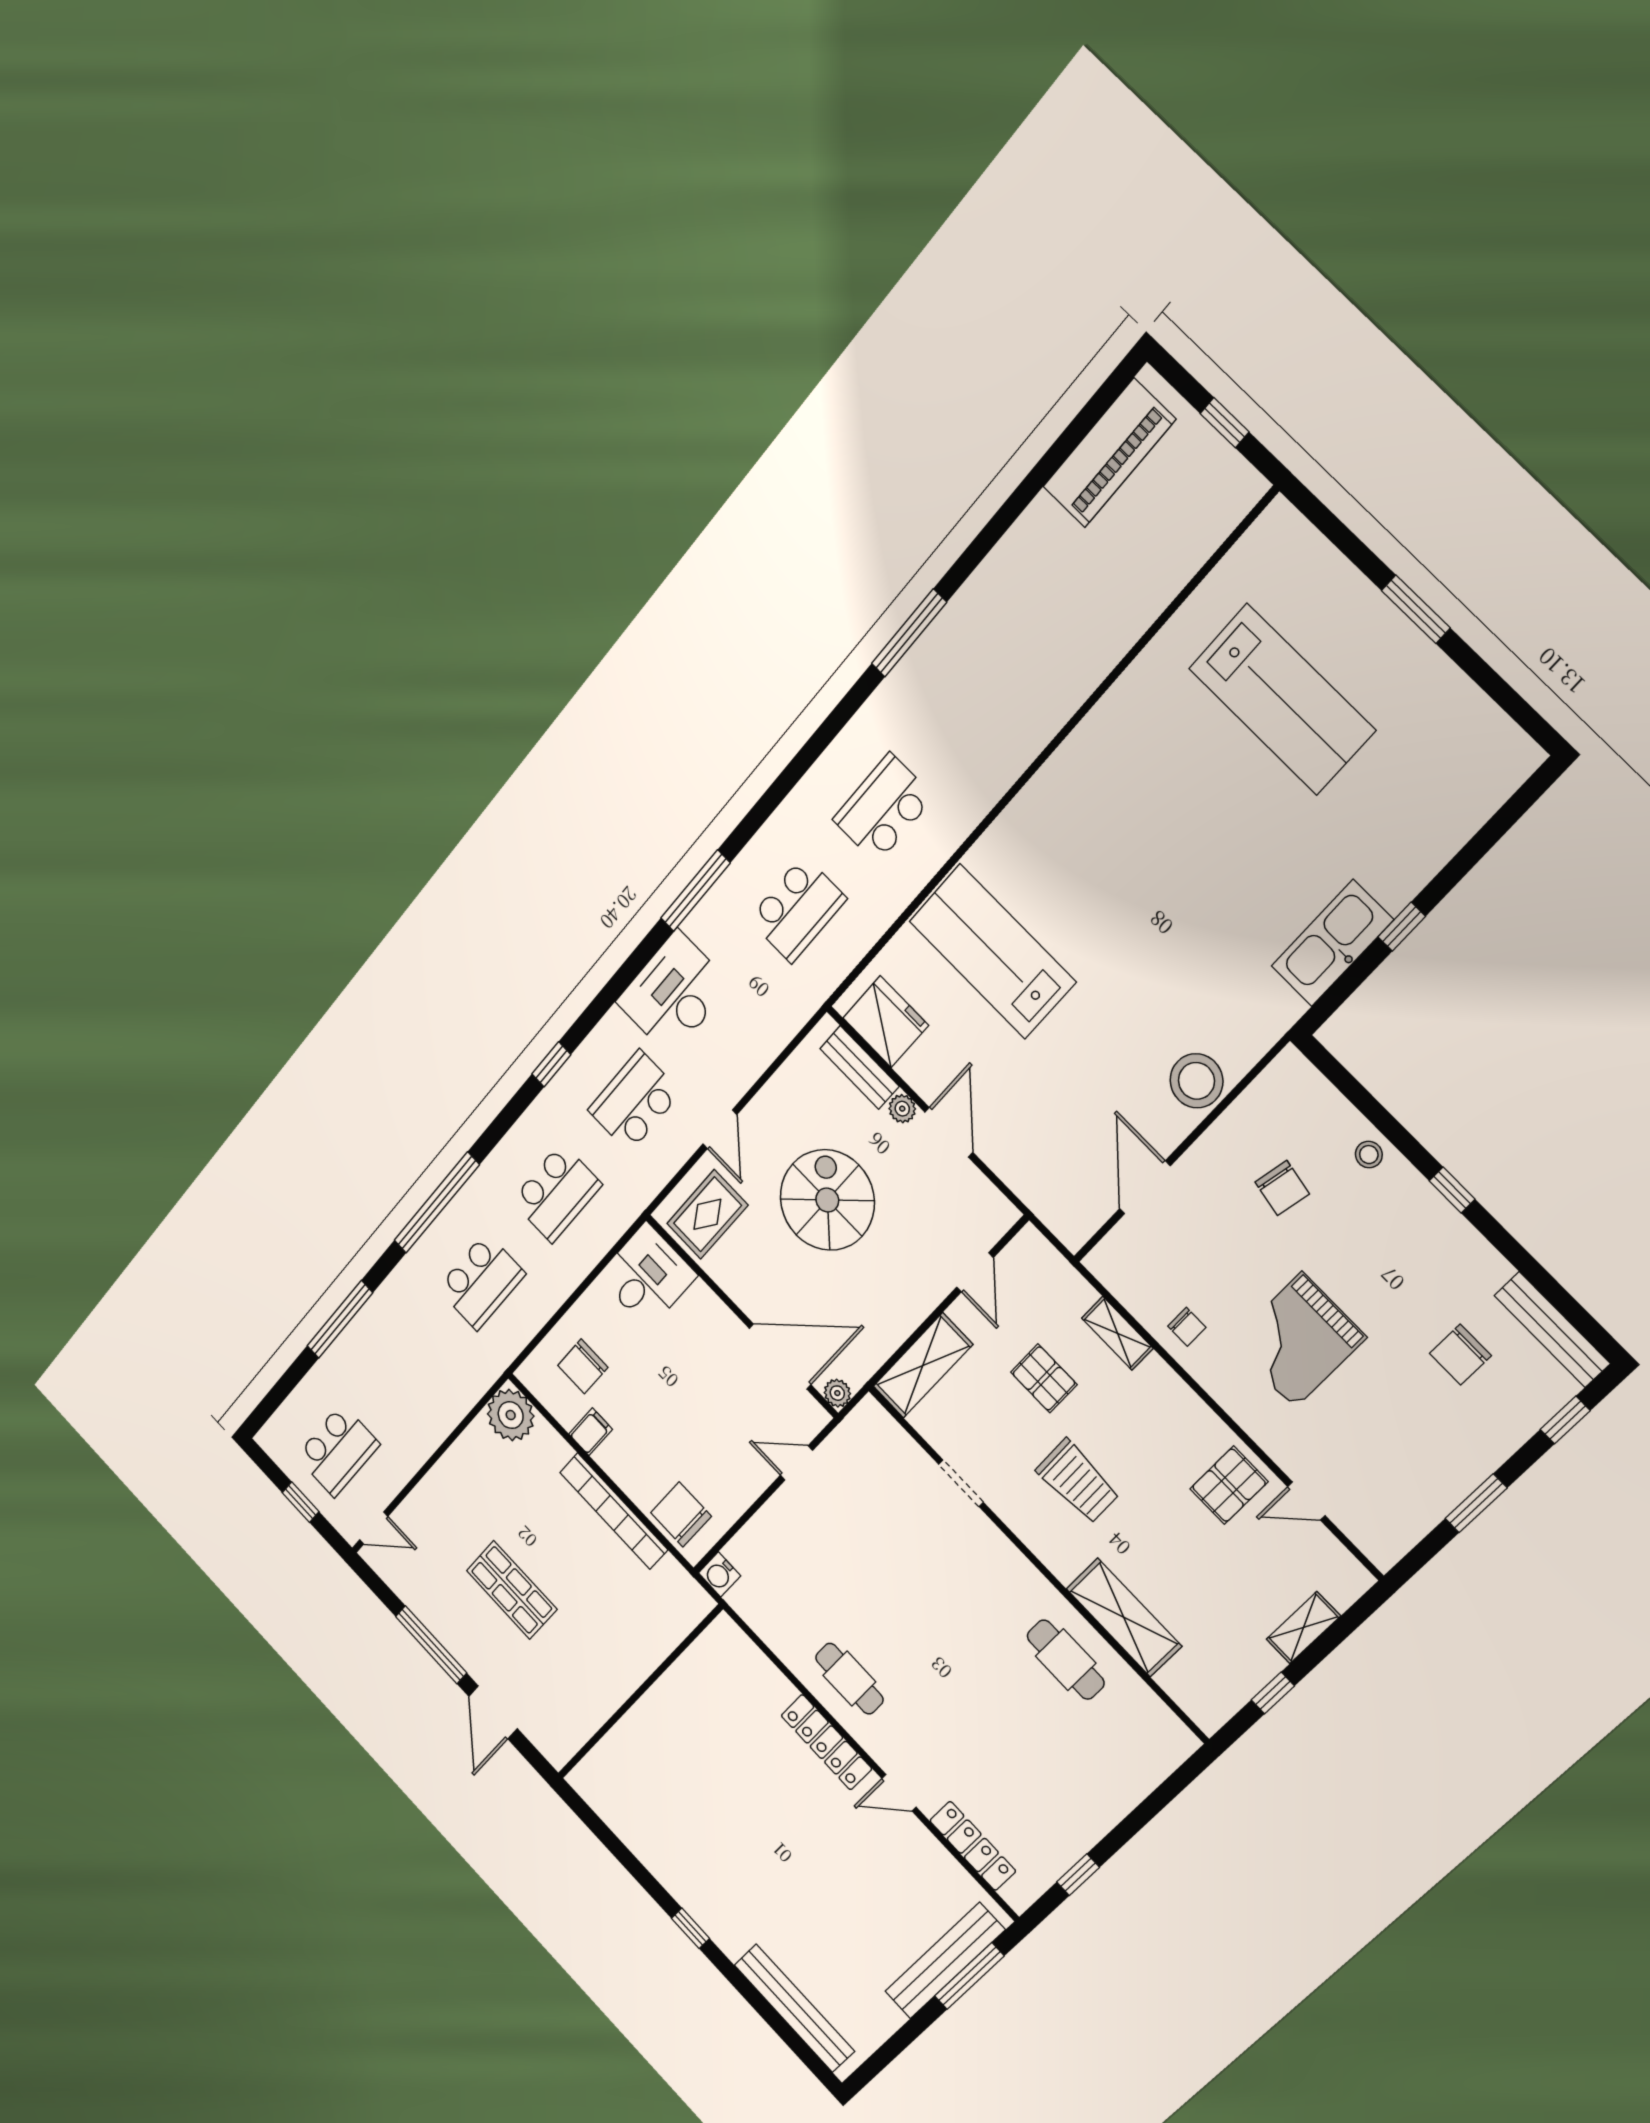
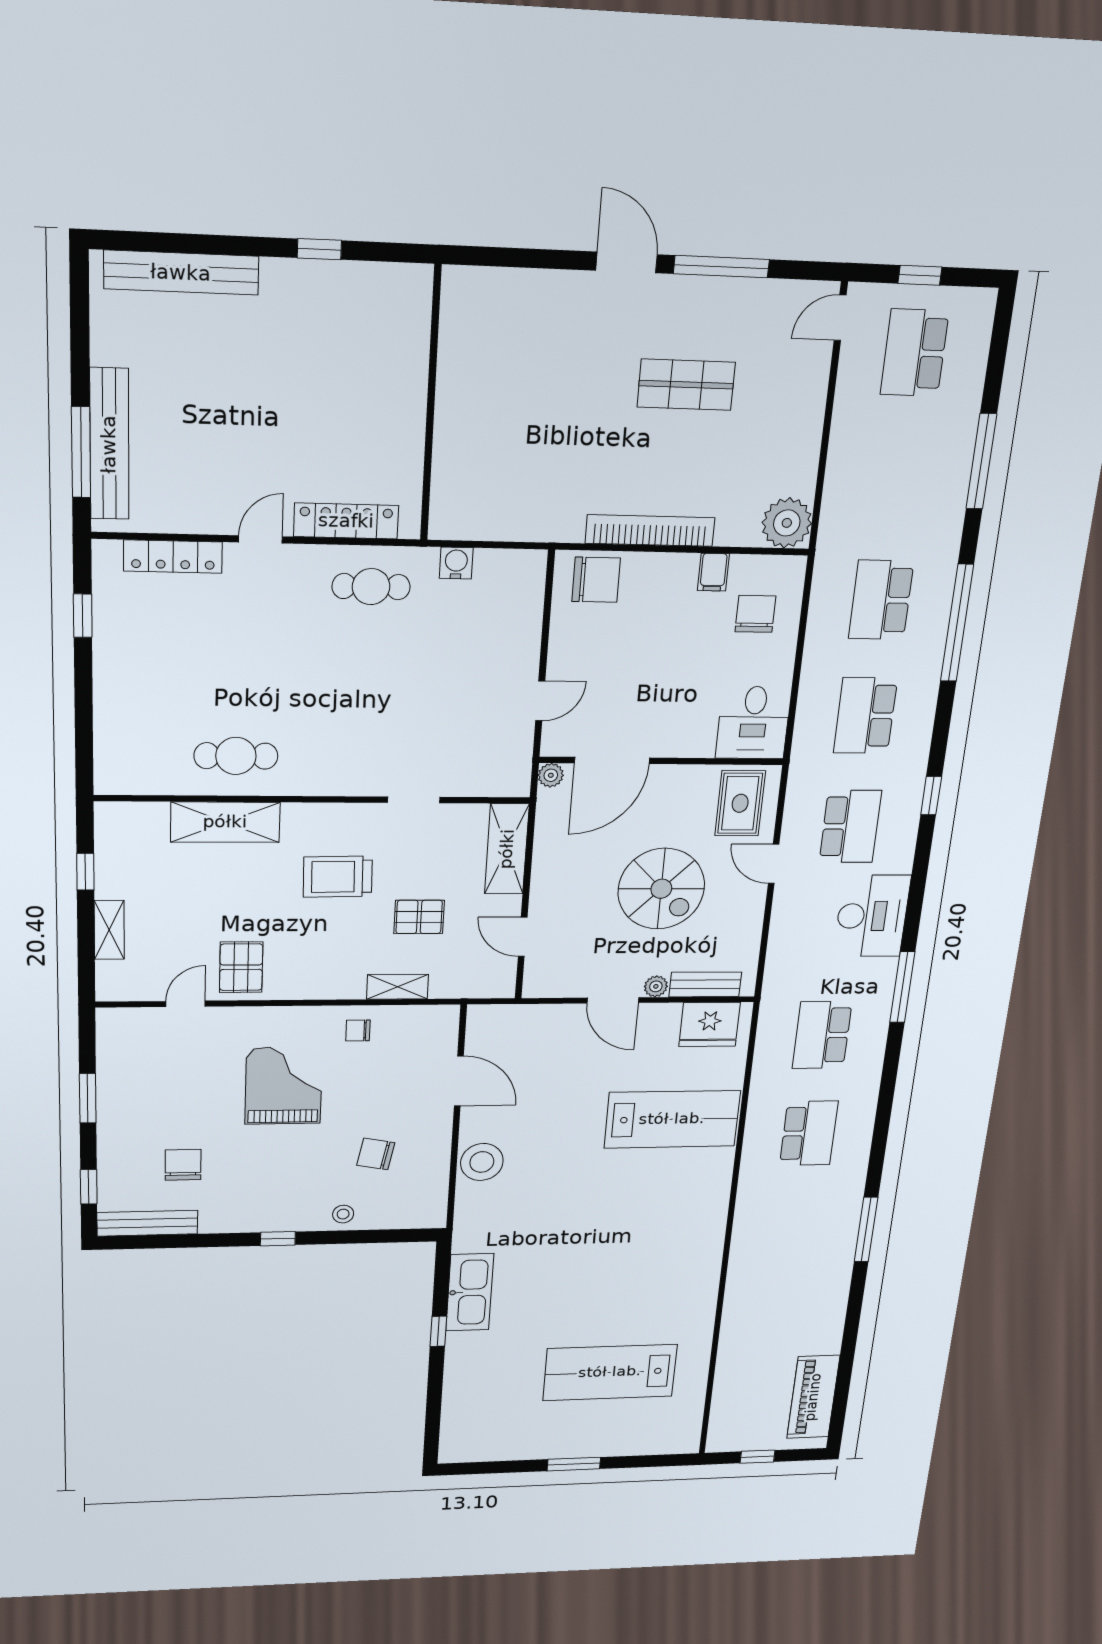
water cooler: (720, 1574) -> (456, 563), moved
wall: (639, 1692) -> (431, 405), moved

